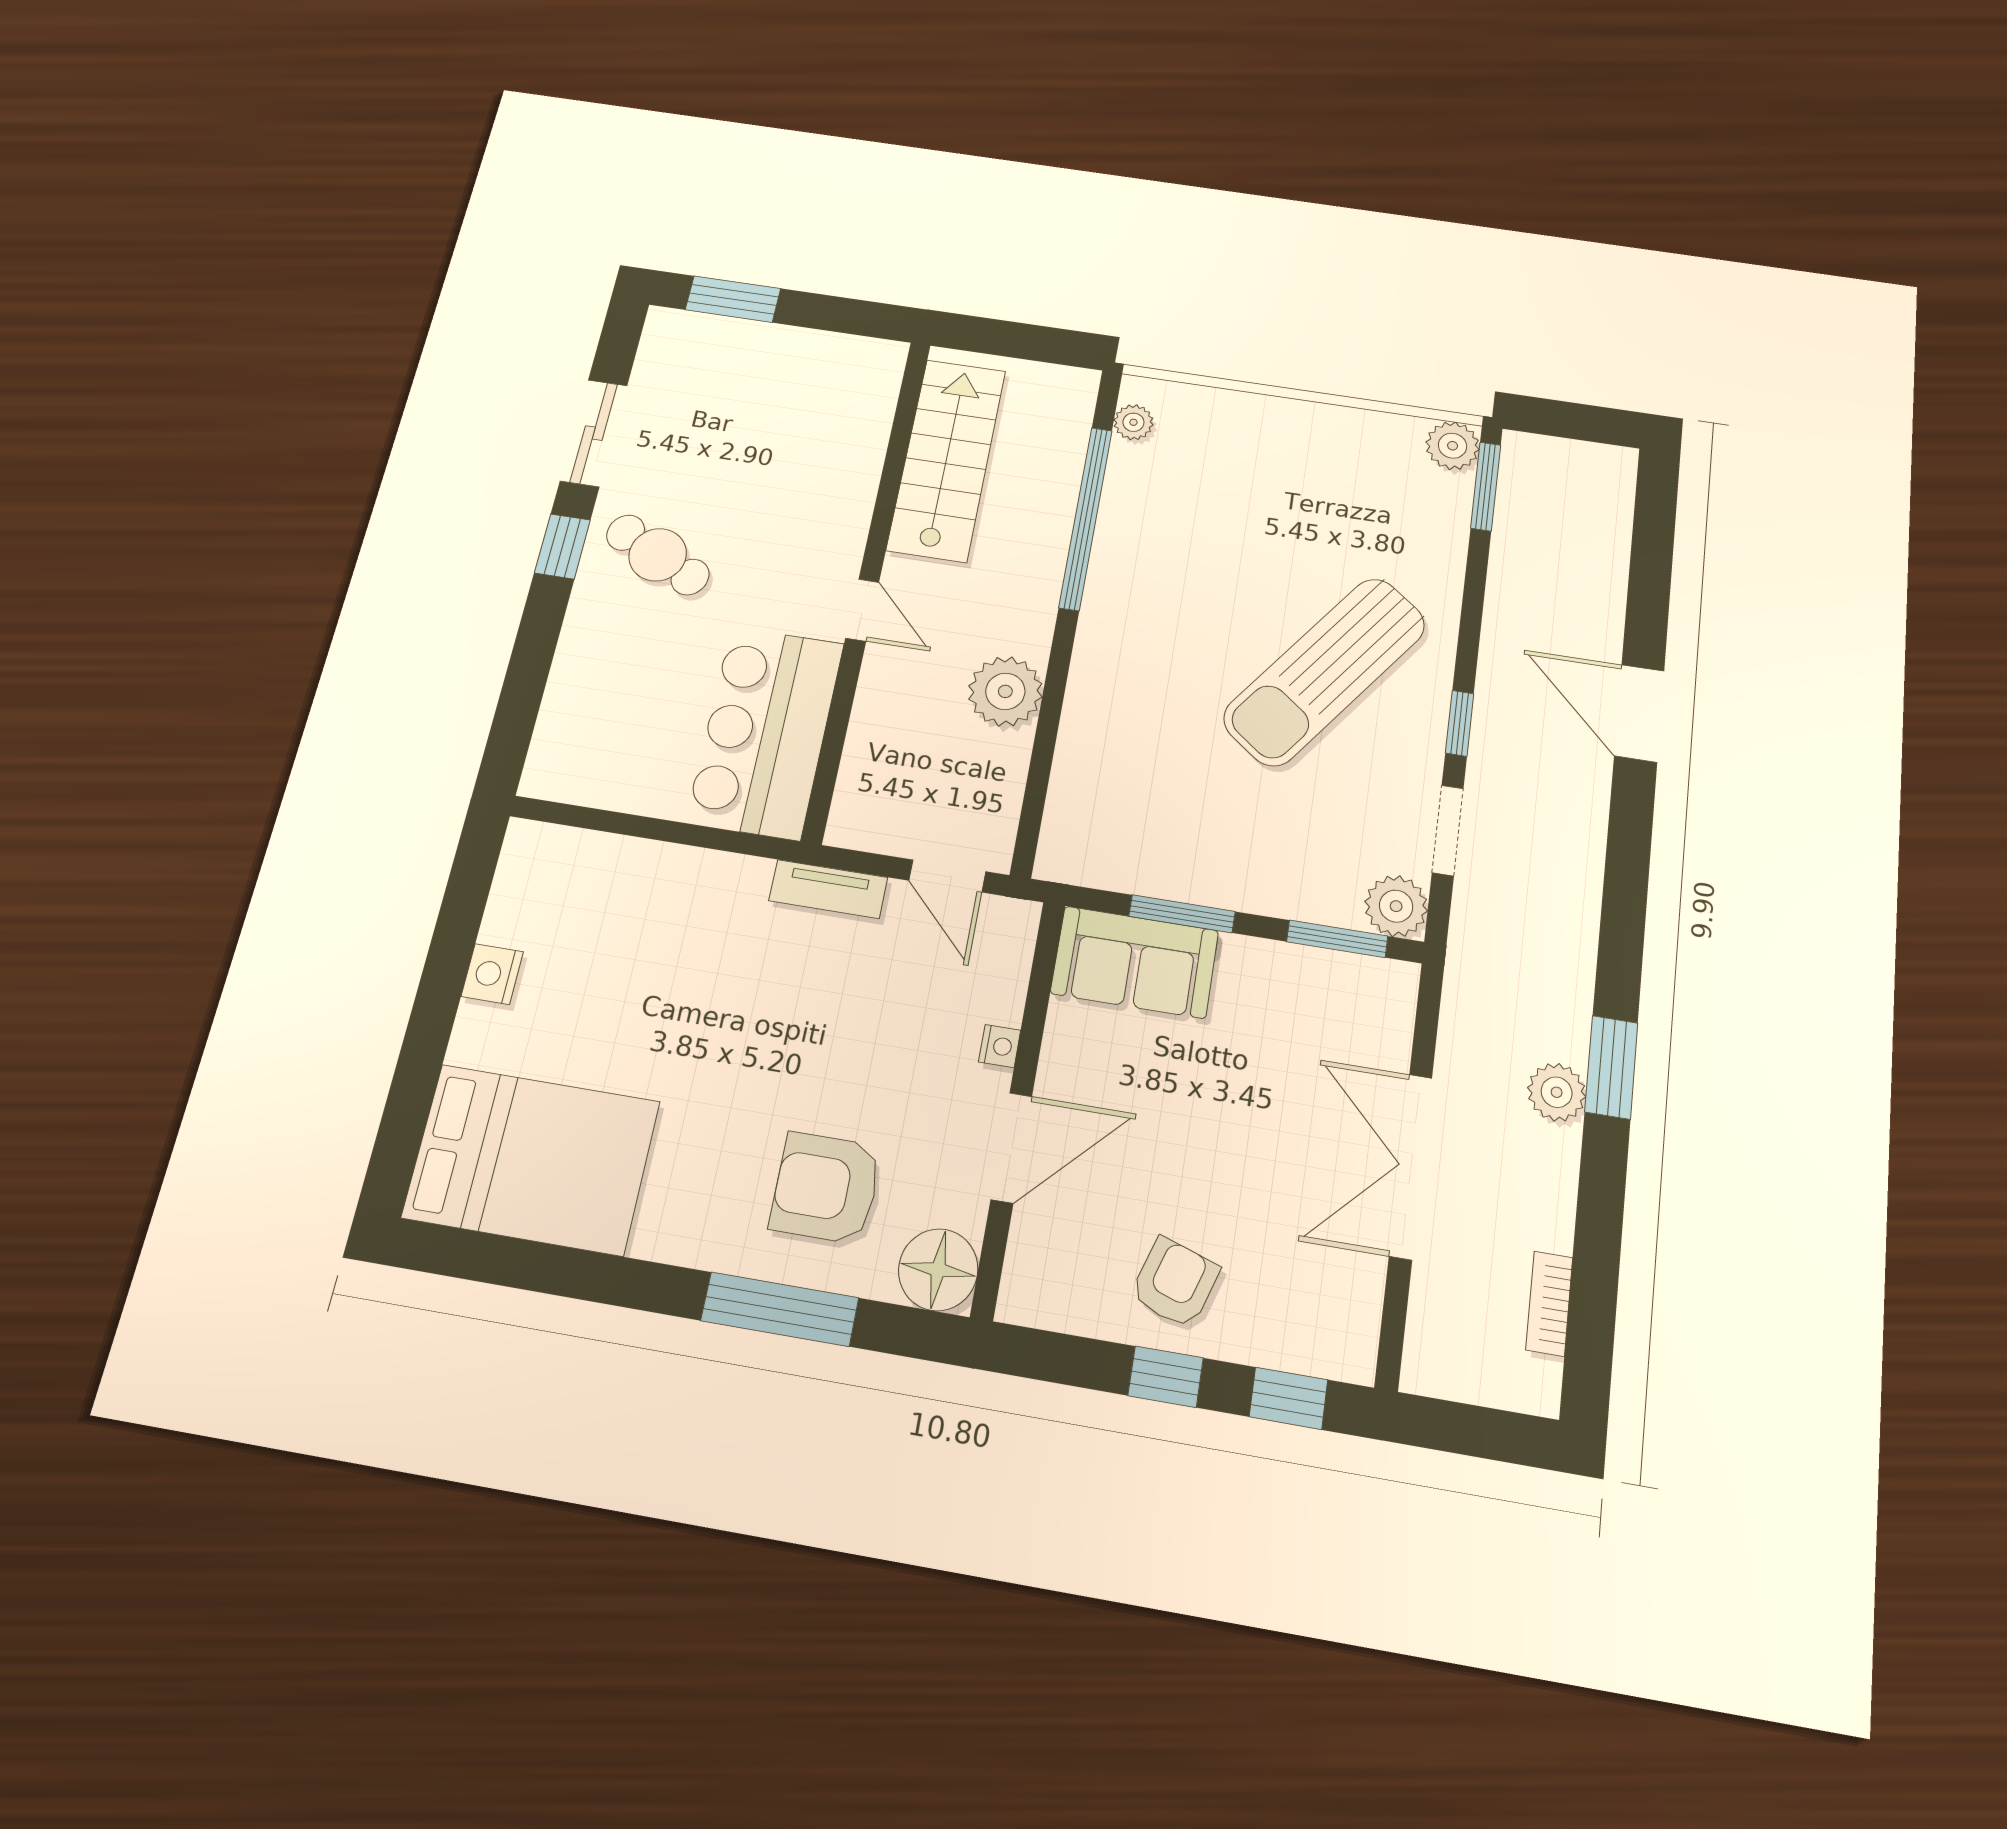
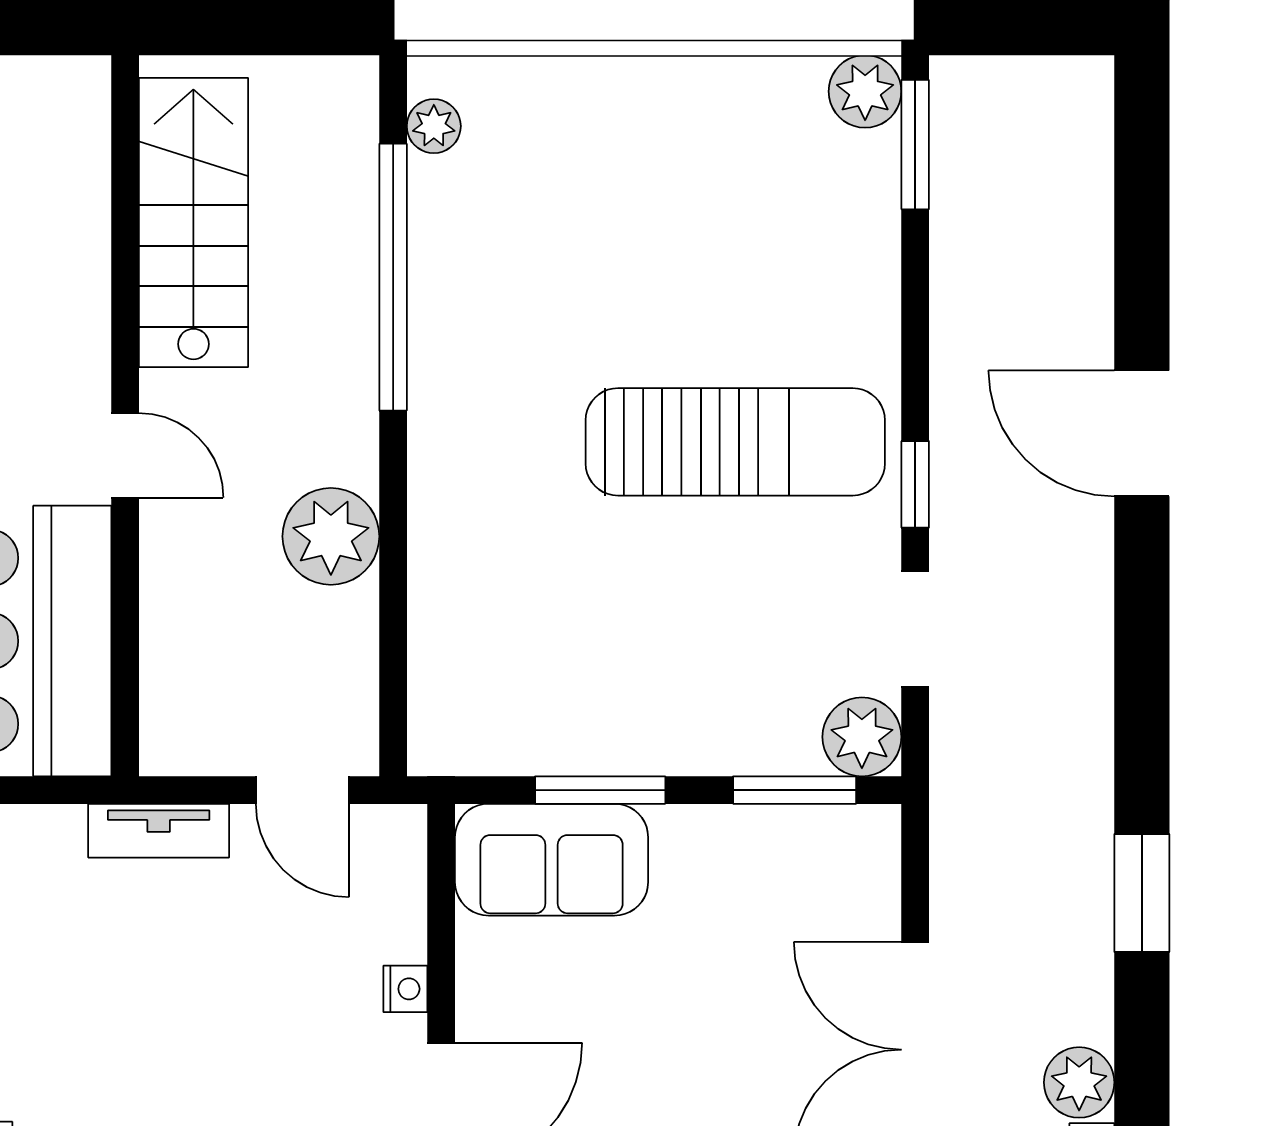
sun lounger: (1325, 671) -> (735, 442), turned -127
plant: (1557, 1092) -> (1079, 1082), moved

